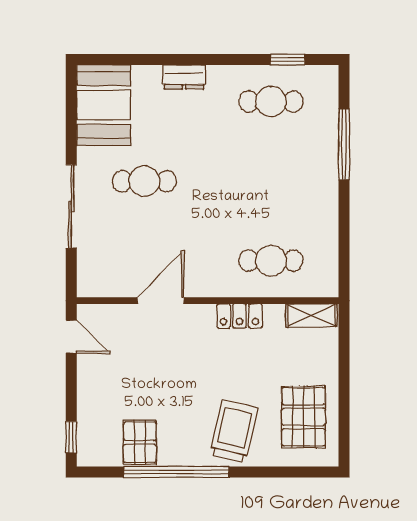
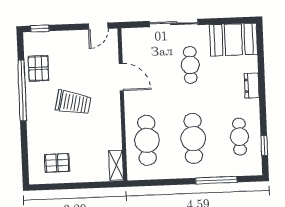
cafe table: (271, 181) -> (193, 138), added
cafe table: (271, 261) -> (147, 140), width x1.37, depth x1.35
locker: (239, 316) -> (114, 123), removed
pallet: (304, 417) -> (57, 163), width x0.67, depth x0.71
trolley: (234, 432) -> (73, 103), moved
pallet: (140, 442) -> (38, 68), turned 90

